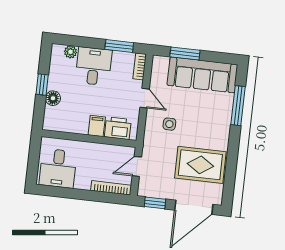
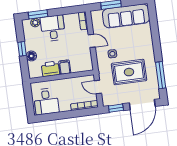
window: (119, 46) -> (38, 14), moved
window: (238, 106) -> (161, 75), moved
printer: (118, 128) -> (50, 69), moved
rug: (200, 165) -> (129, 72), moved
door: (137, 166) -> (98, 87), hinge flipped

